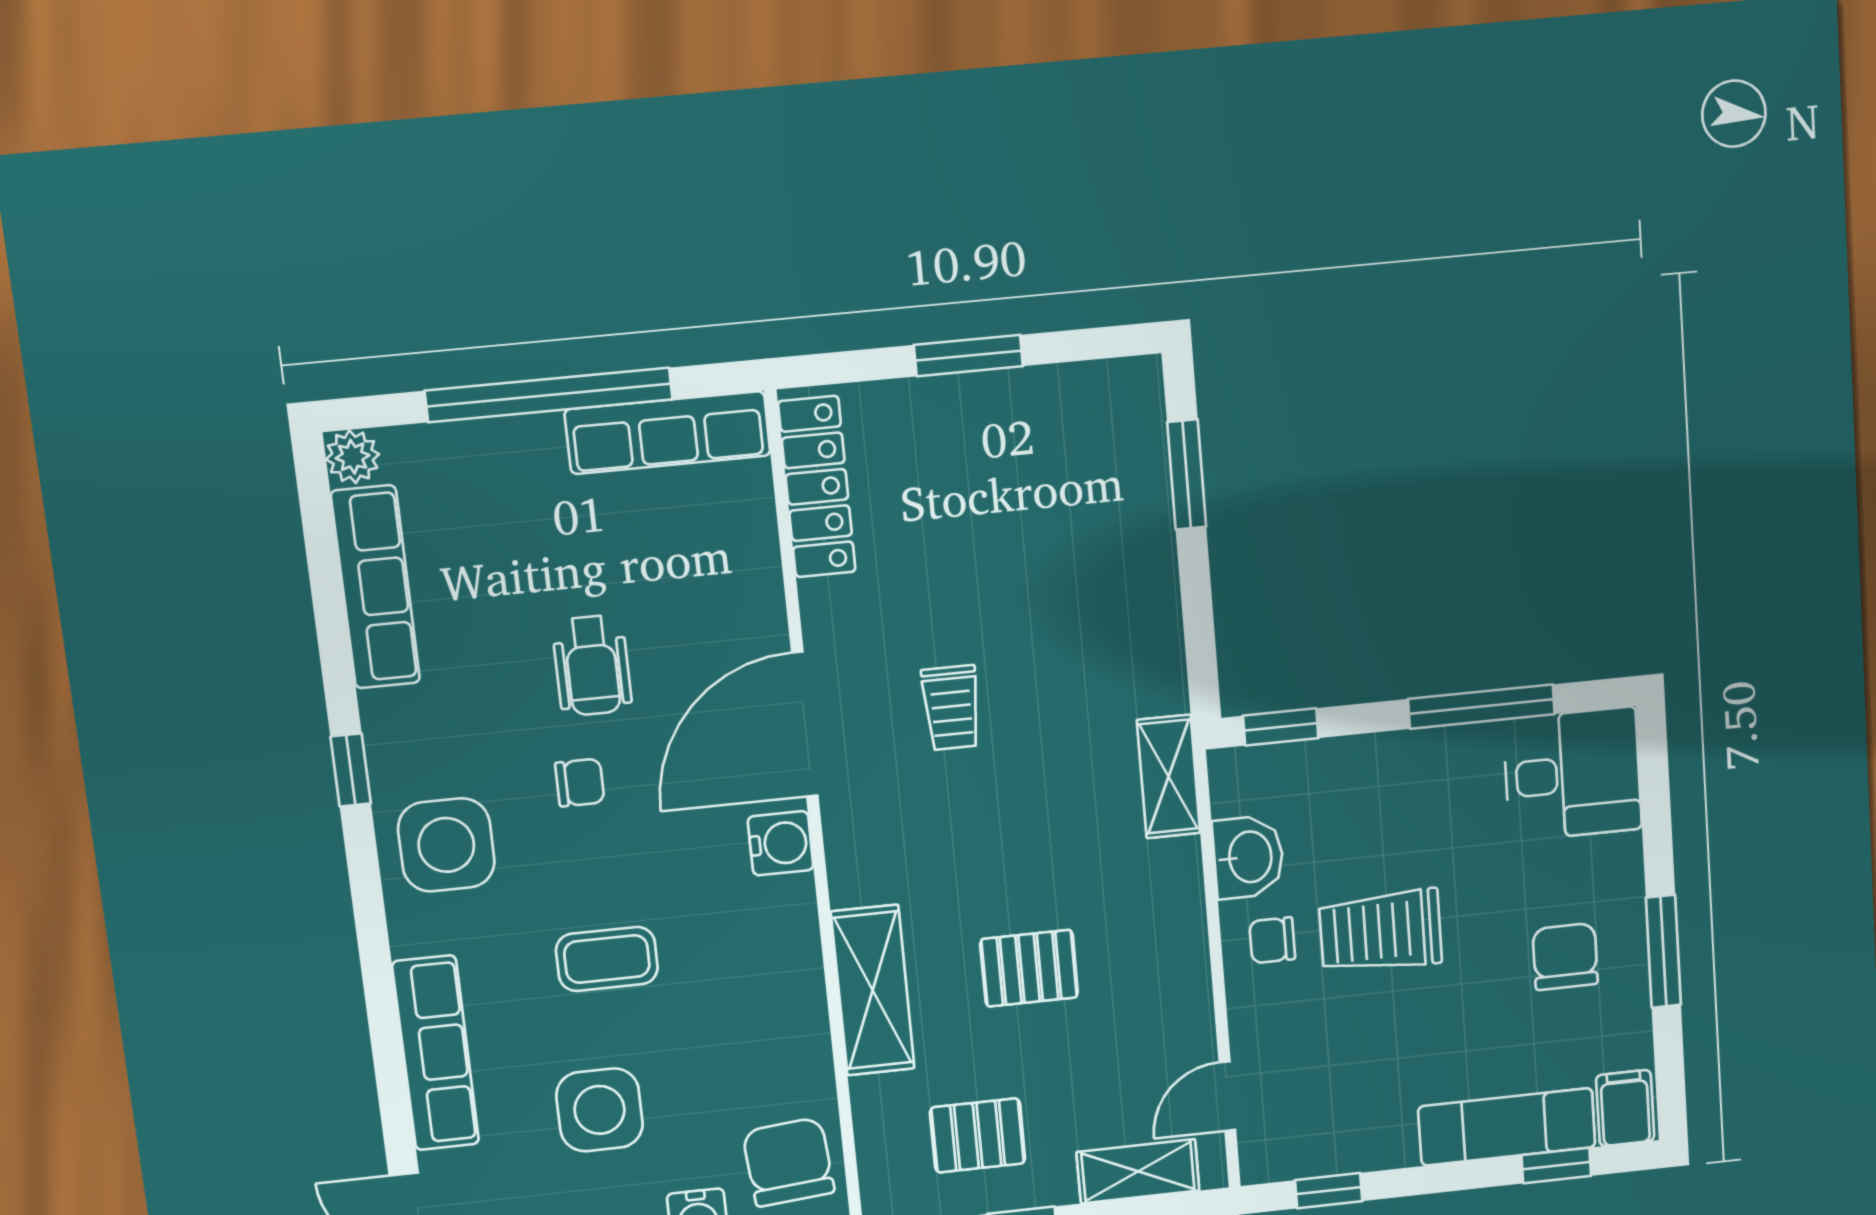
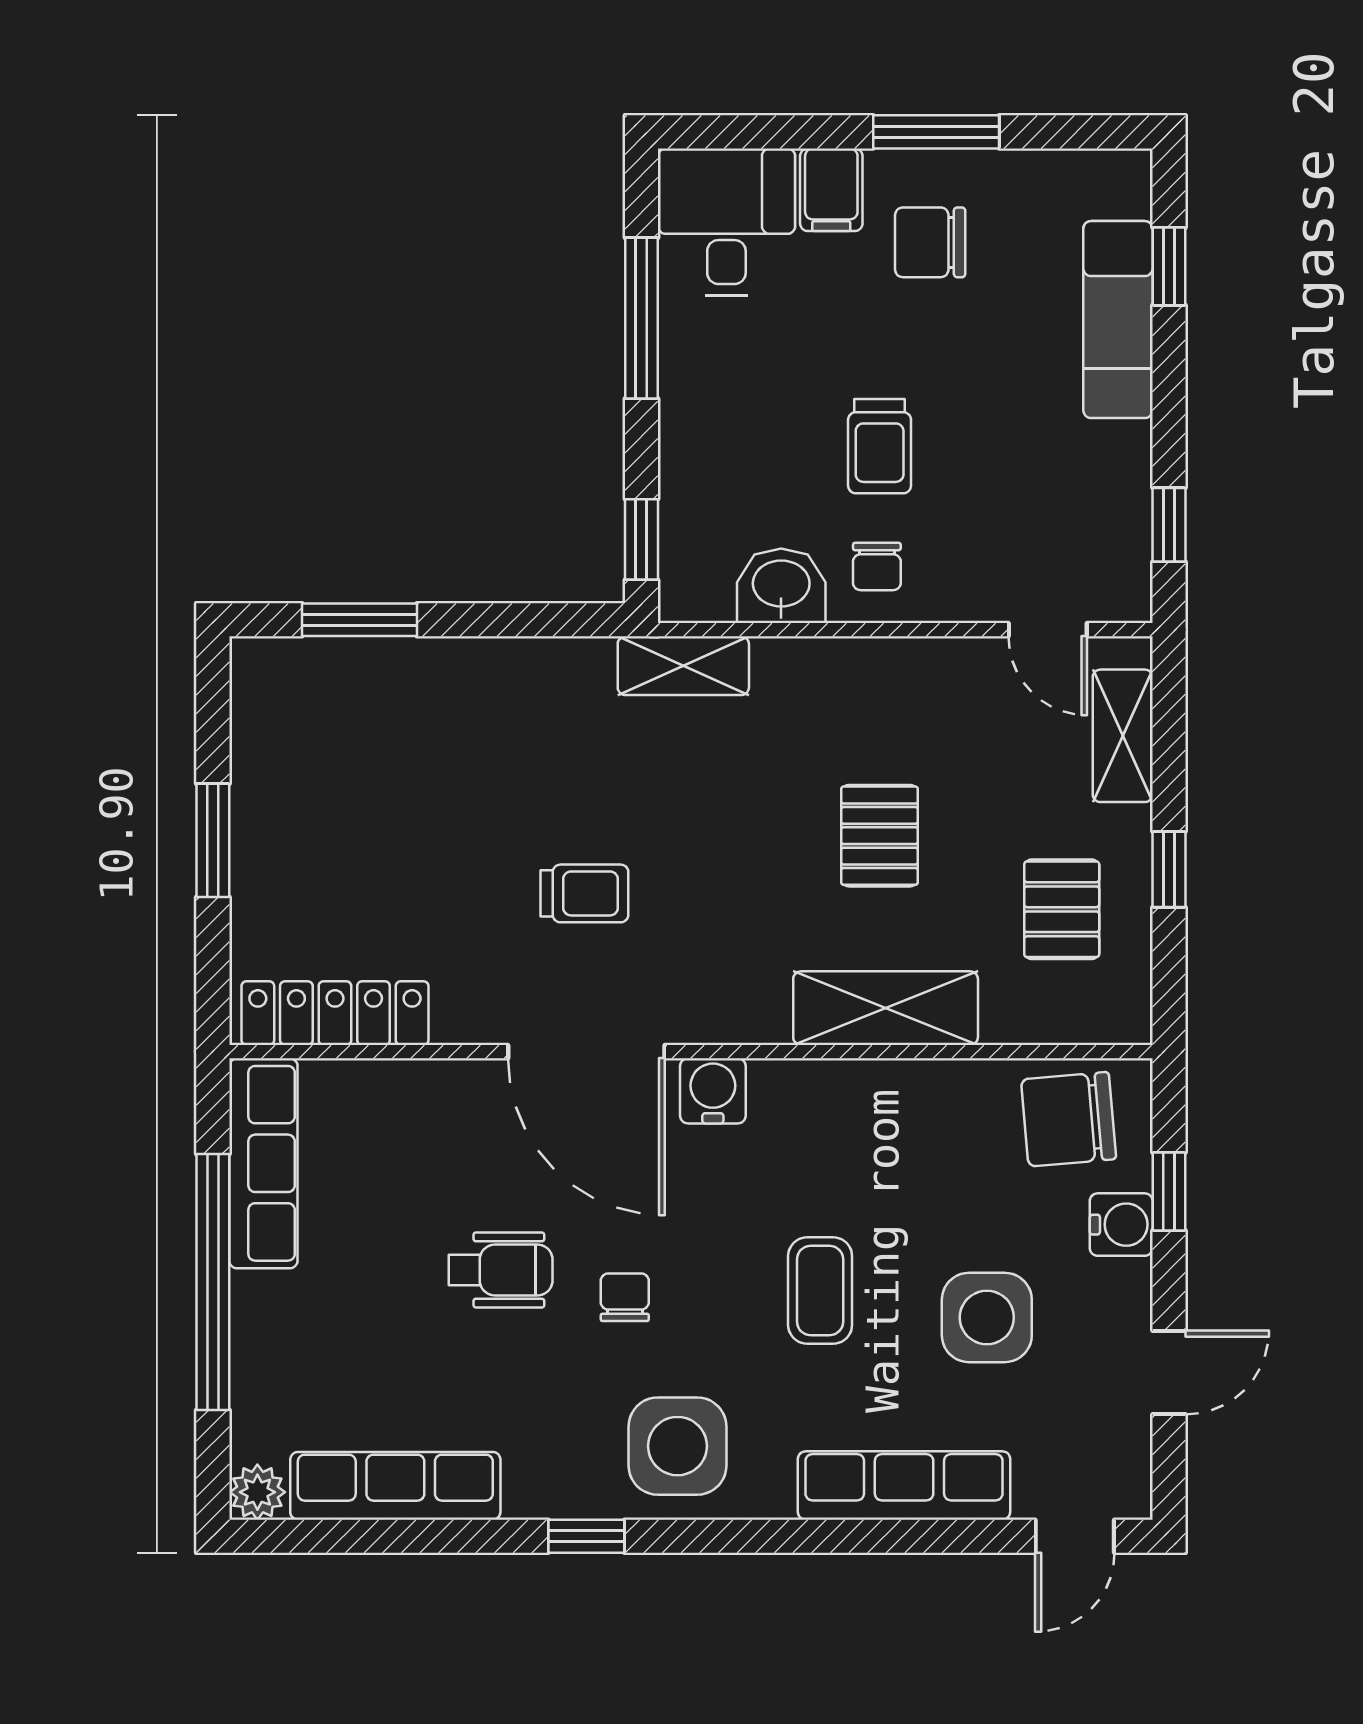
trolley: (1381, 931) -> (880, 446), width x0.73, depth x0.72
filing cabinet: (1625, 1108) -> (831, 190), moved, turned -90

